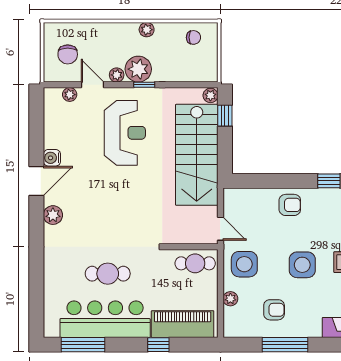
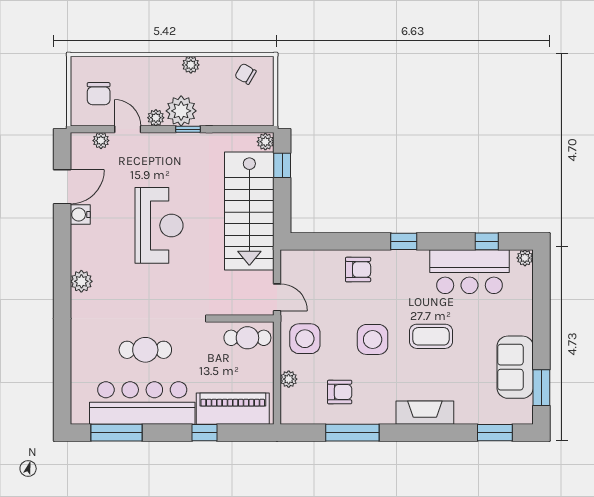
chair: (193, 37) -> (246, 74), turned -150
reception desk: (125, 133) -> (159, 225), moved
door: (36, 181) -> (62, 187), moved

